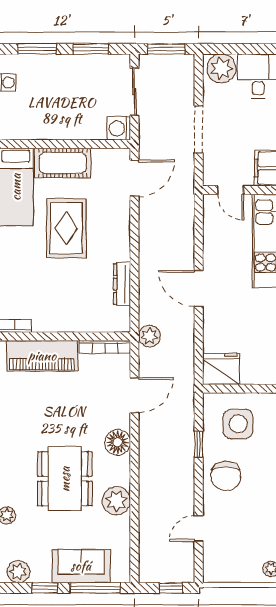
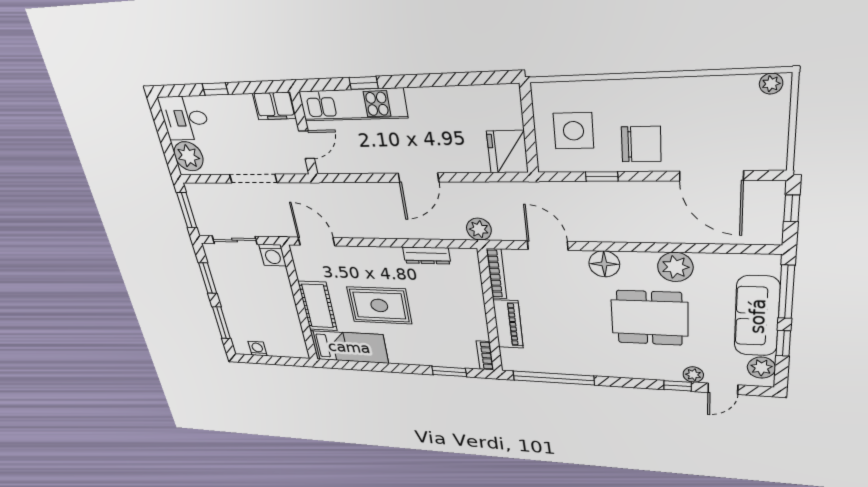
piano: (42, 356) -> (508, 324), width x0.73, depth x0.75
door: (199, 528) -> (711, 176), width x1.88
sofa: (81, 566) -> (757, 316), width x1.36

